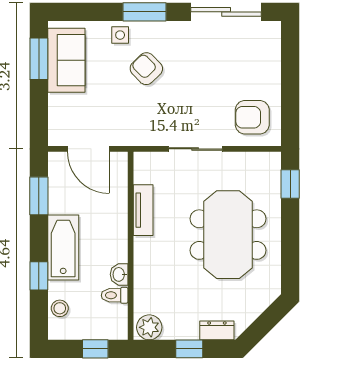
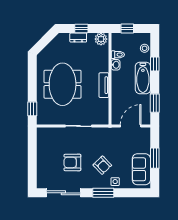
window: (39, 59) -> (155, 158), moved
armchair: (252, 117) -> (72, 162), moved, turned 180
door: (88, 149) -> (131, 126), hinge flipped
tv unit: (143, 210) -> (104, 85), moved
dresser: (217, 330) -> (78, 38), moved

